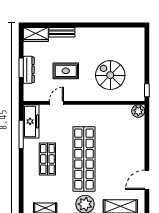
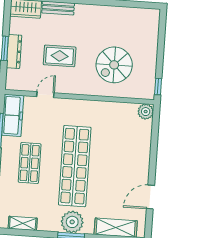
spiral stairs: (110, 75) -> (114, 65), turned -90

